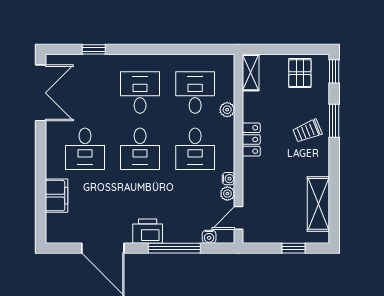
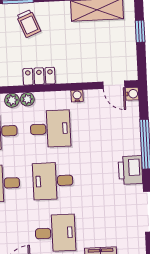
desk: (140, 149) -> (53, 181), turned 180
plant: (227, 194) -> (27, 99), moved
water cooler: (209, 237) -> (132, 94), moved

